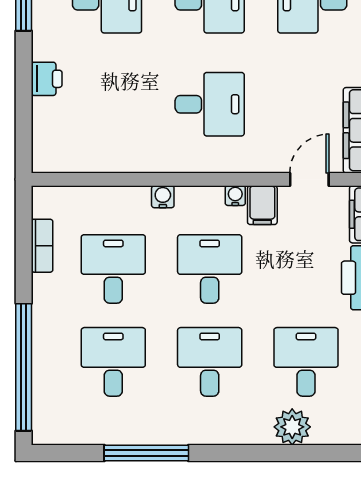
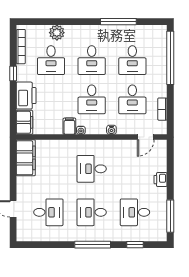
door: (309, 179) -> (146, 137), moved

